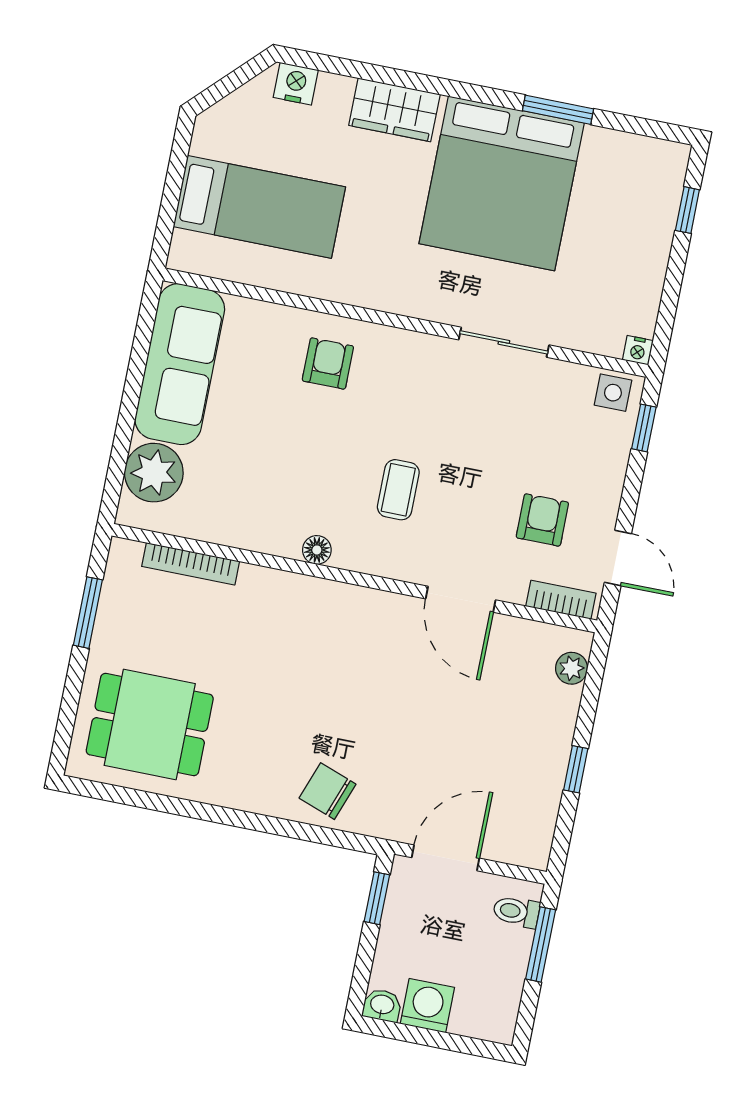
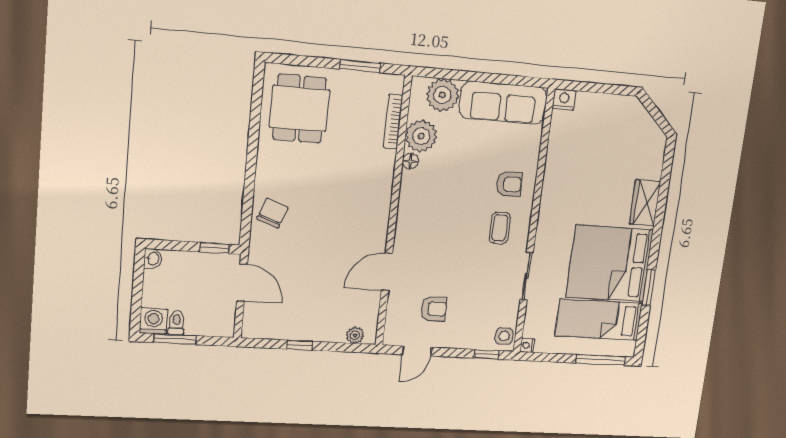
nightstand: (296, 84) -> (564, 99), moved, turned -90
bed: (259, 207) -> (599, 320), moved, turned 90
window: (687, 210) -> (601, 360), width x2.17
coffee table: (398, 490) -> (500, 228), moved, turned 90
plant: (222, 516) -> (421, 136), added
floor lamp: (317, 550) -> (410, 161), moved
bookcase: (561, 600) -> (392, 325), removed
toilet: (516, 912) -> (177, 323), moved
window: (541, 944) -> (175, 339), moved
washing machine: (427, 1006) -> (153, 321), moved, turned -90

